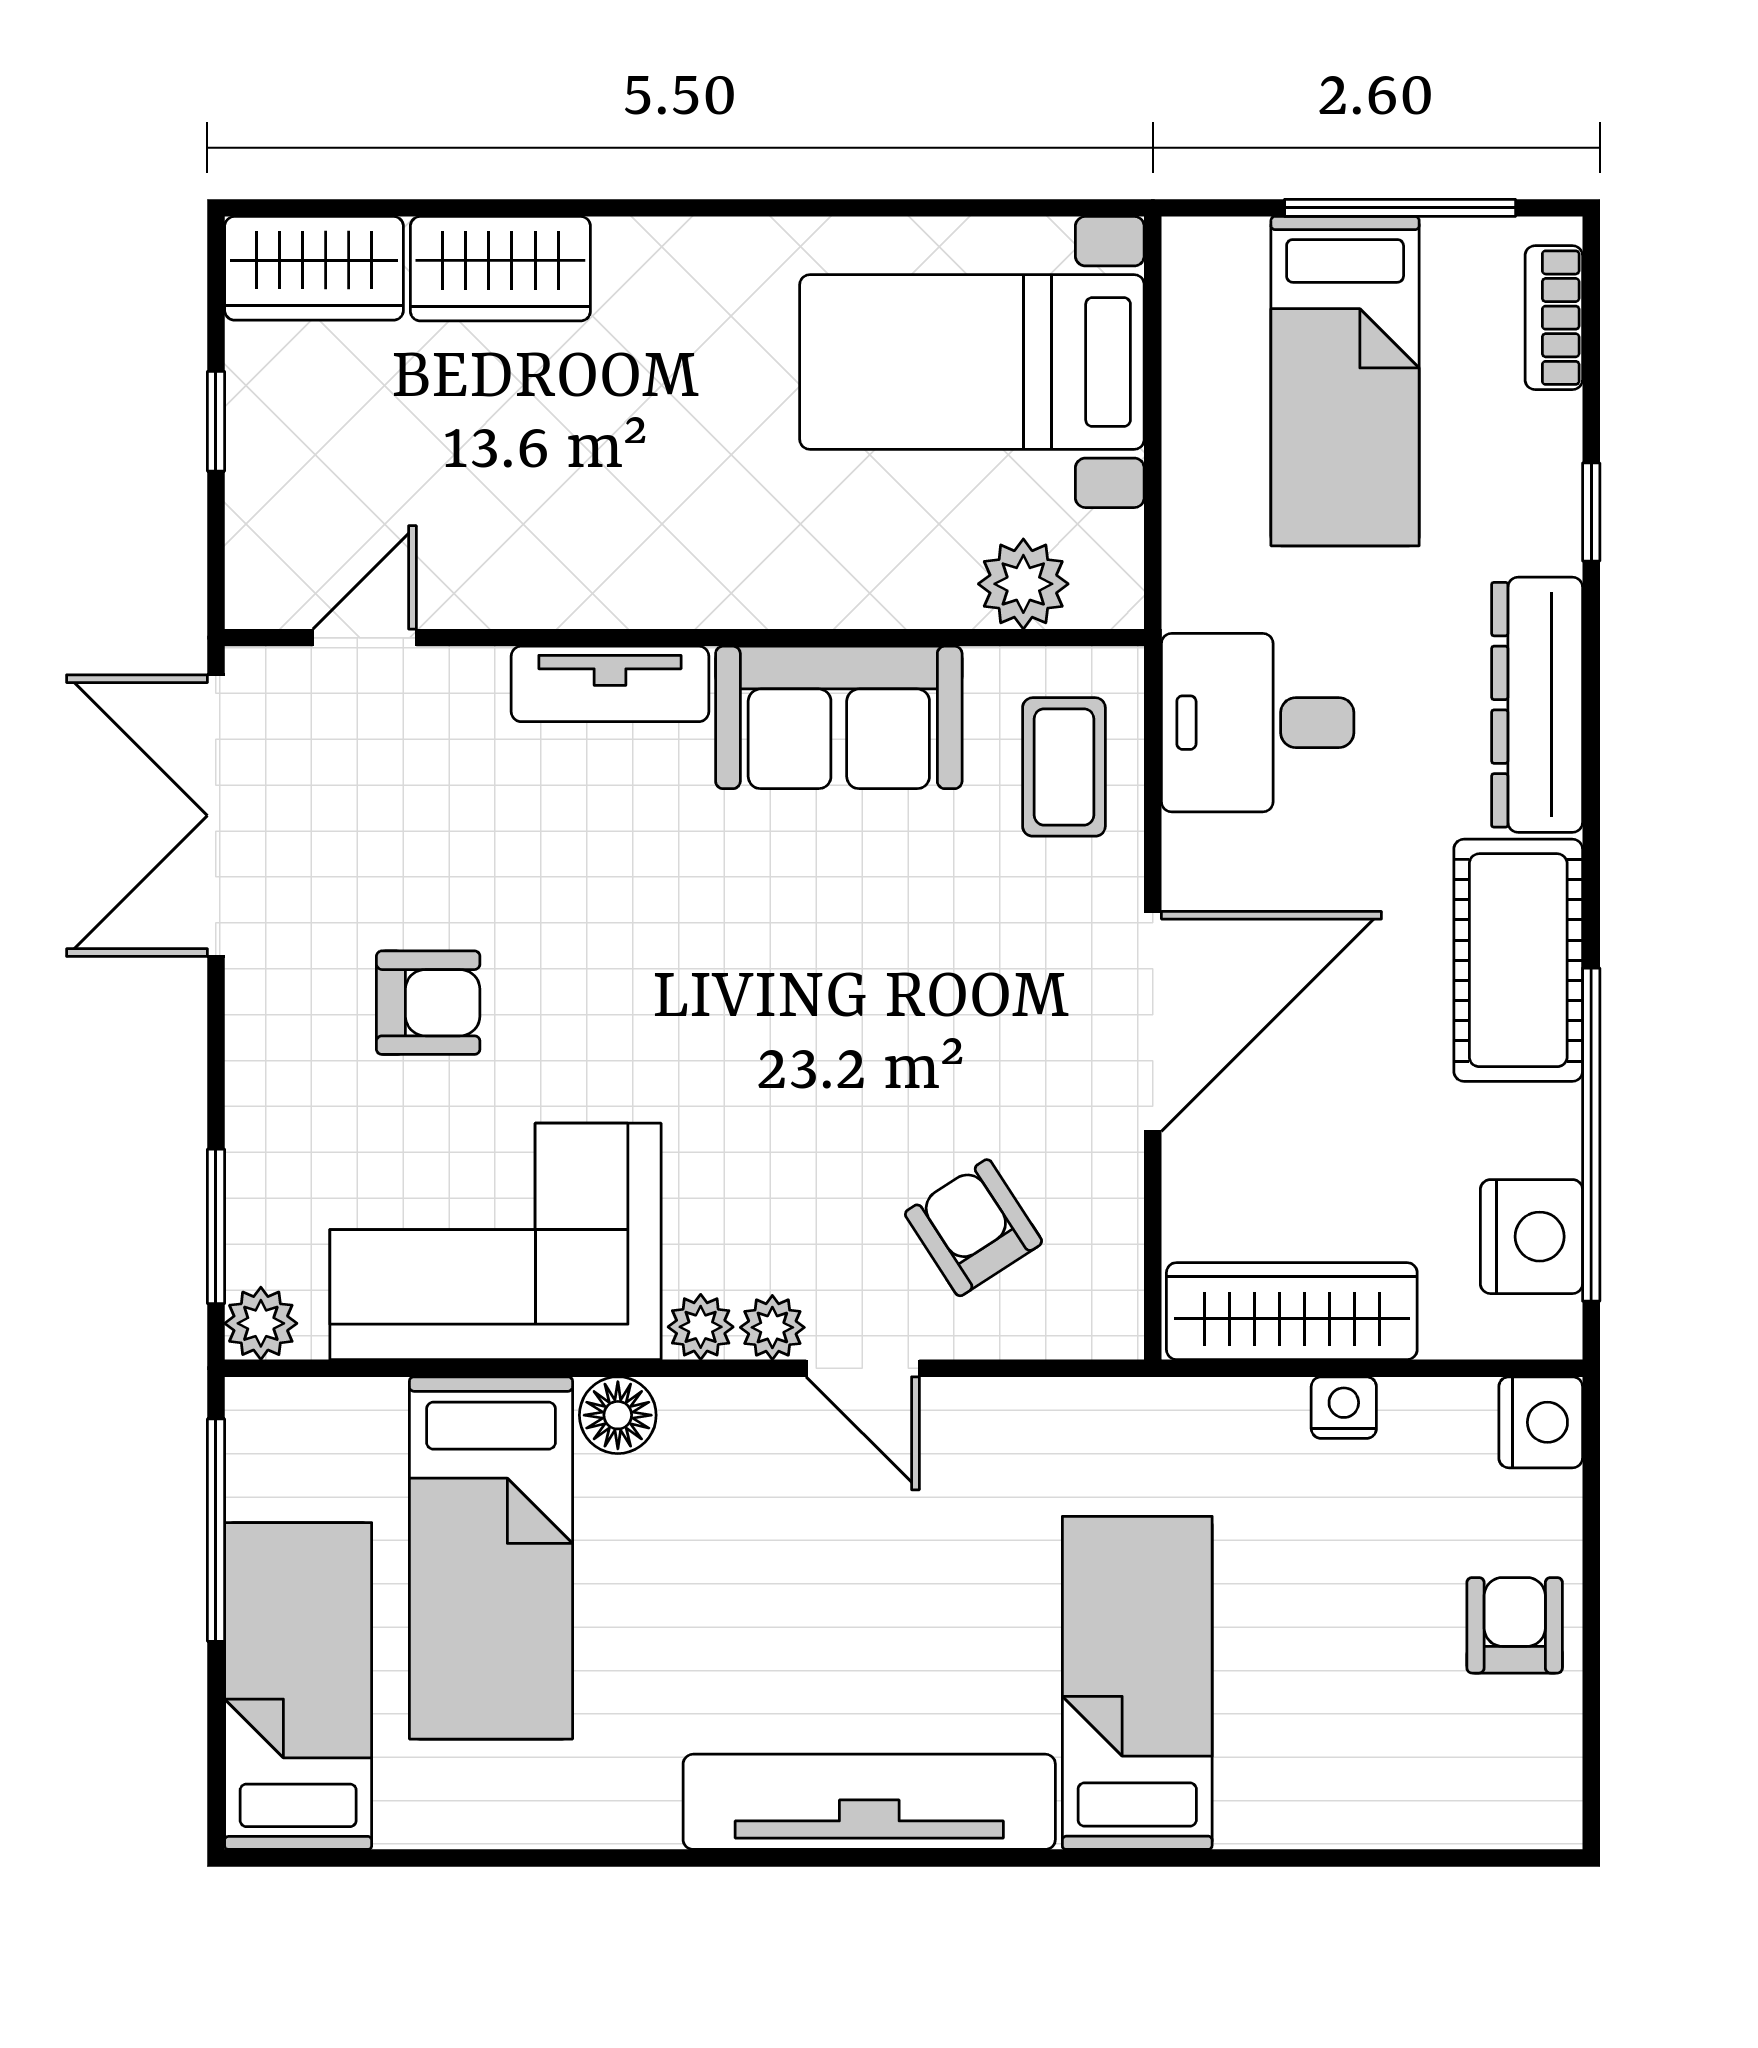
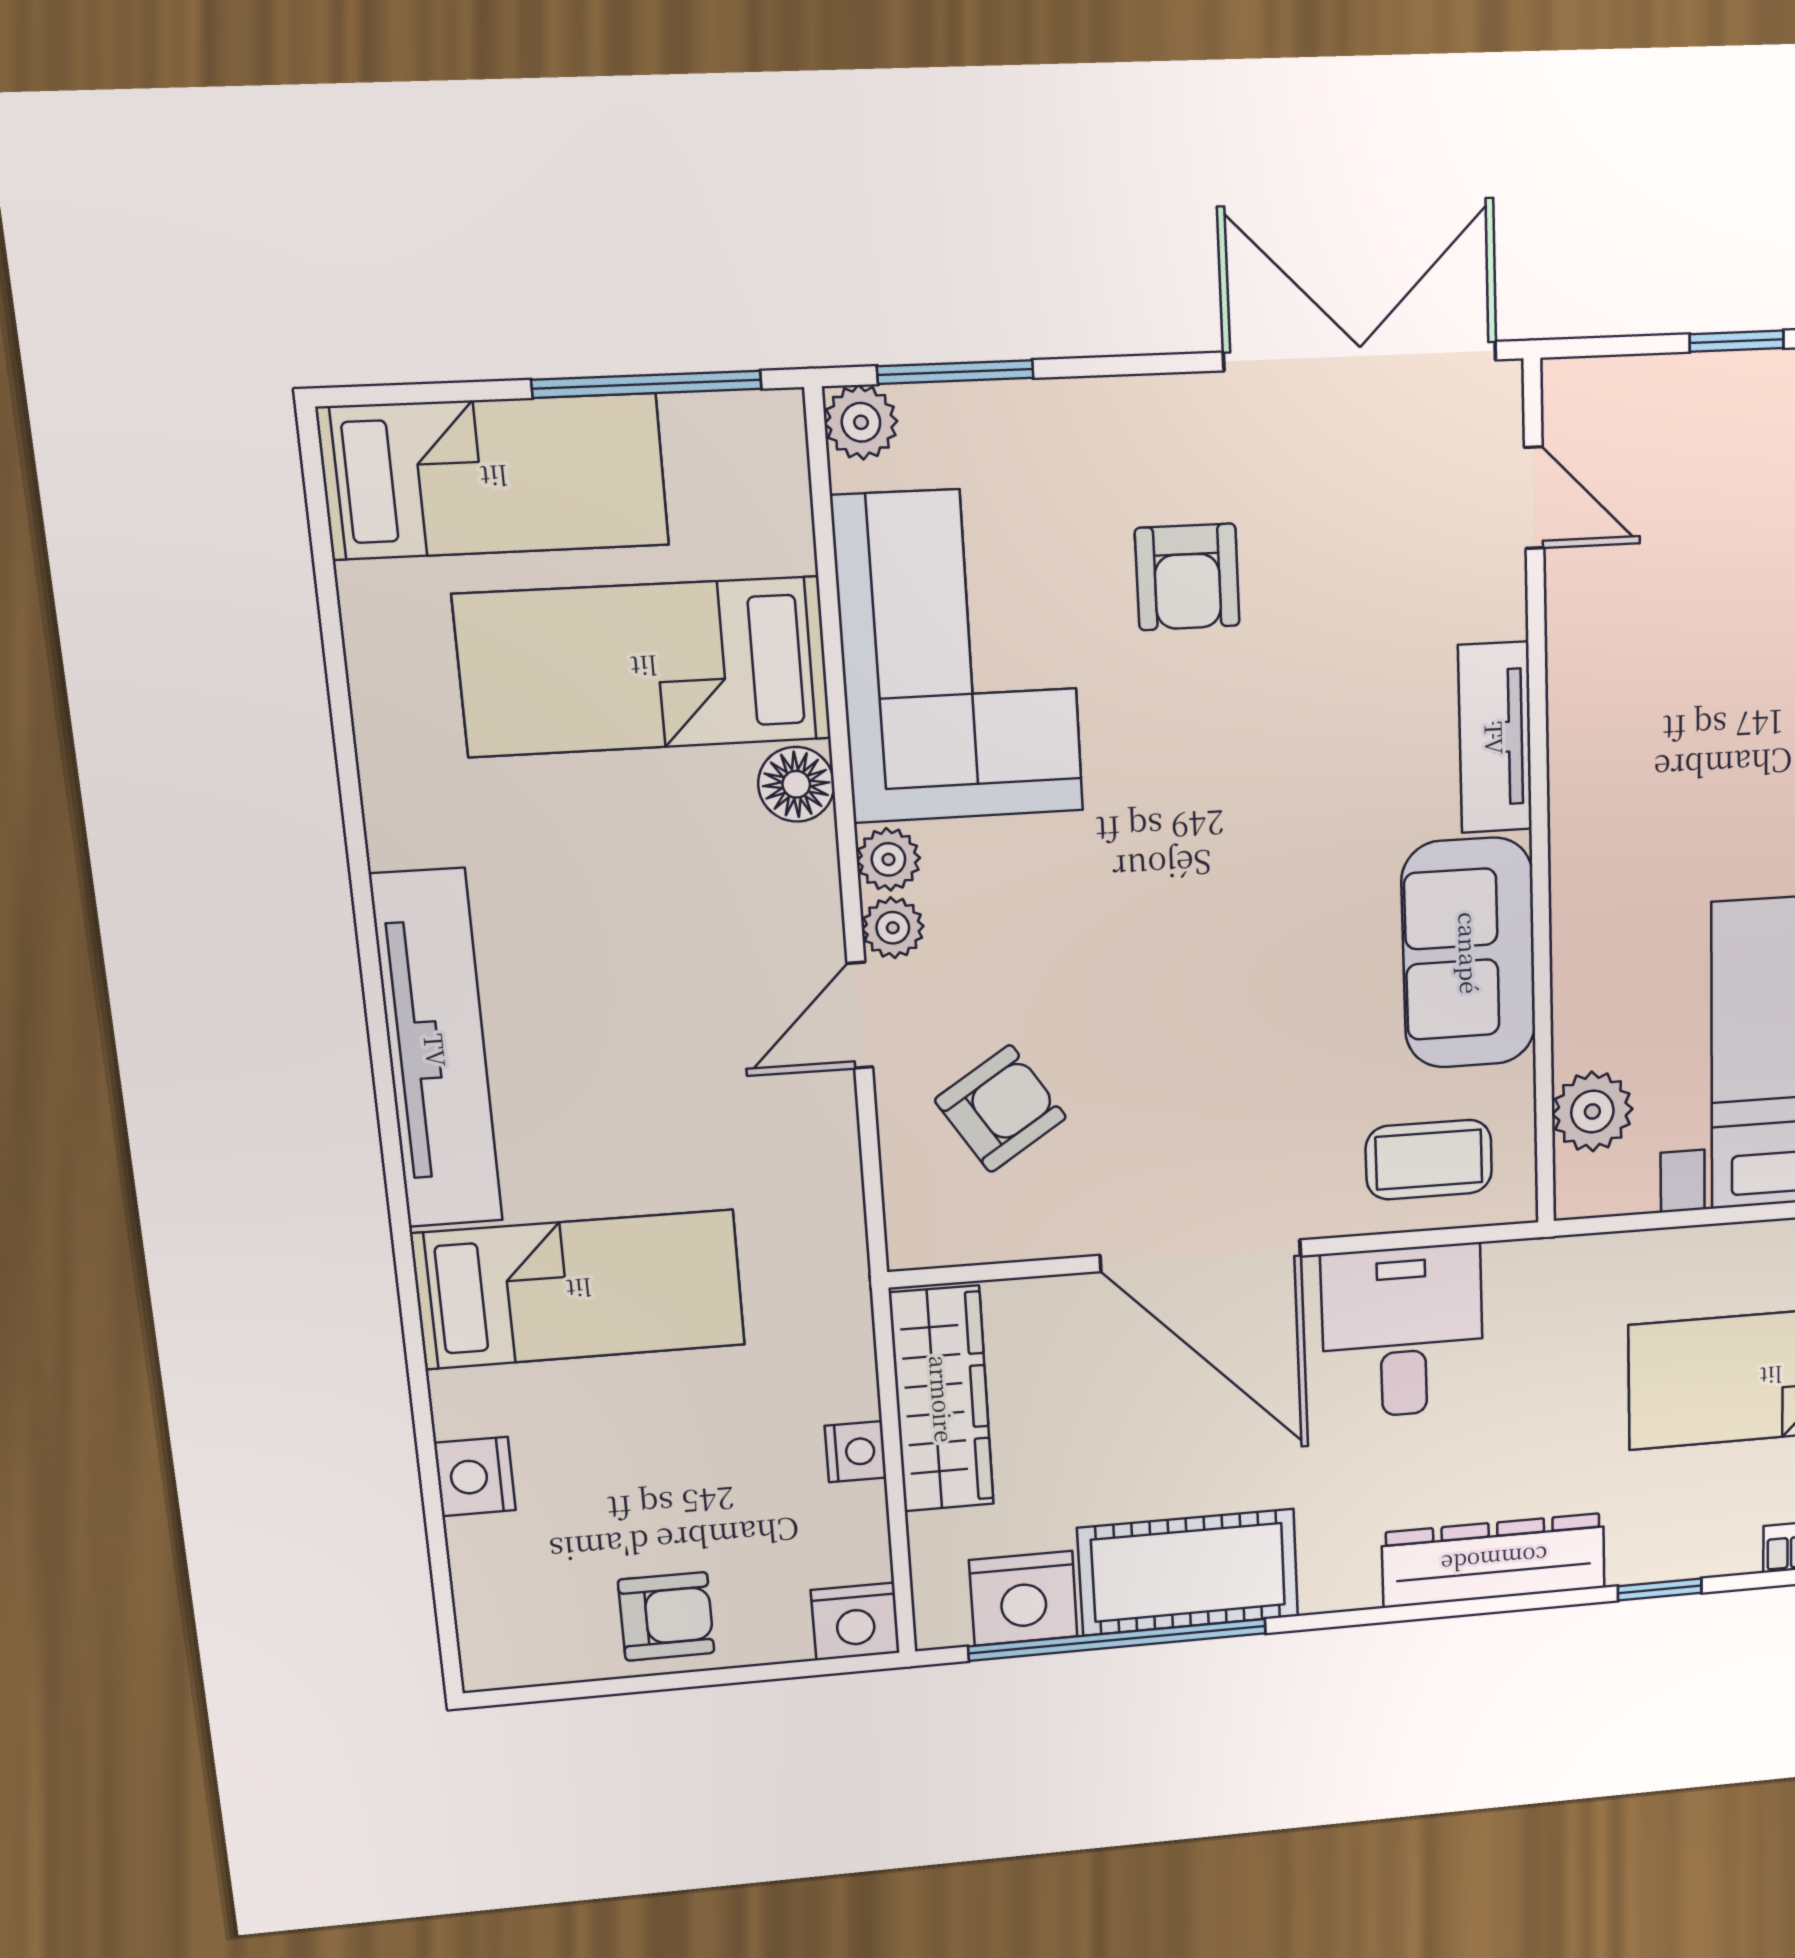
desk: (1258, 723) -> (1403, 1332), moved
cot: (1518, 960) -> (1188, 1572), moved
nightstand: (1336, 1811) -> (475, 1477), added

